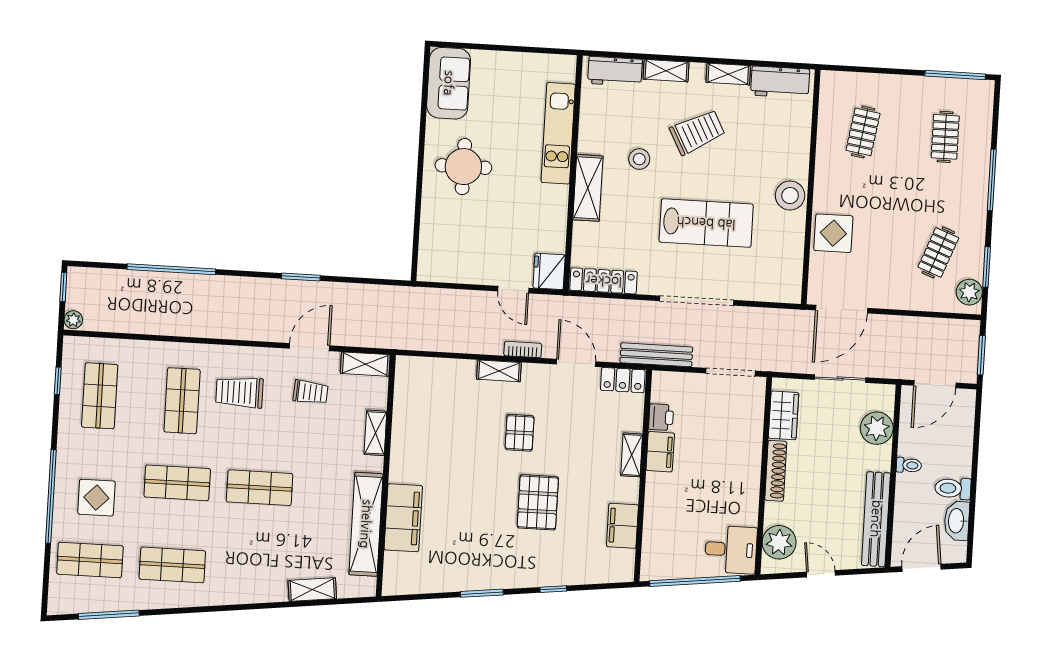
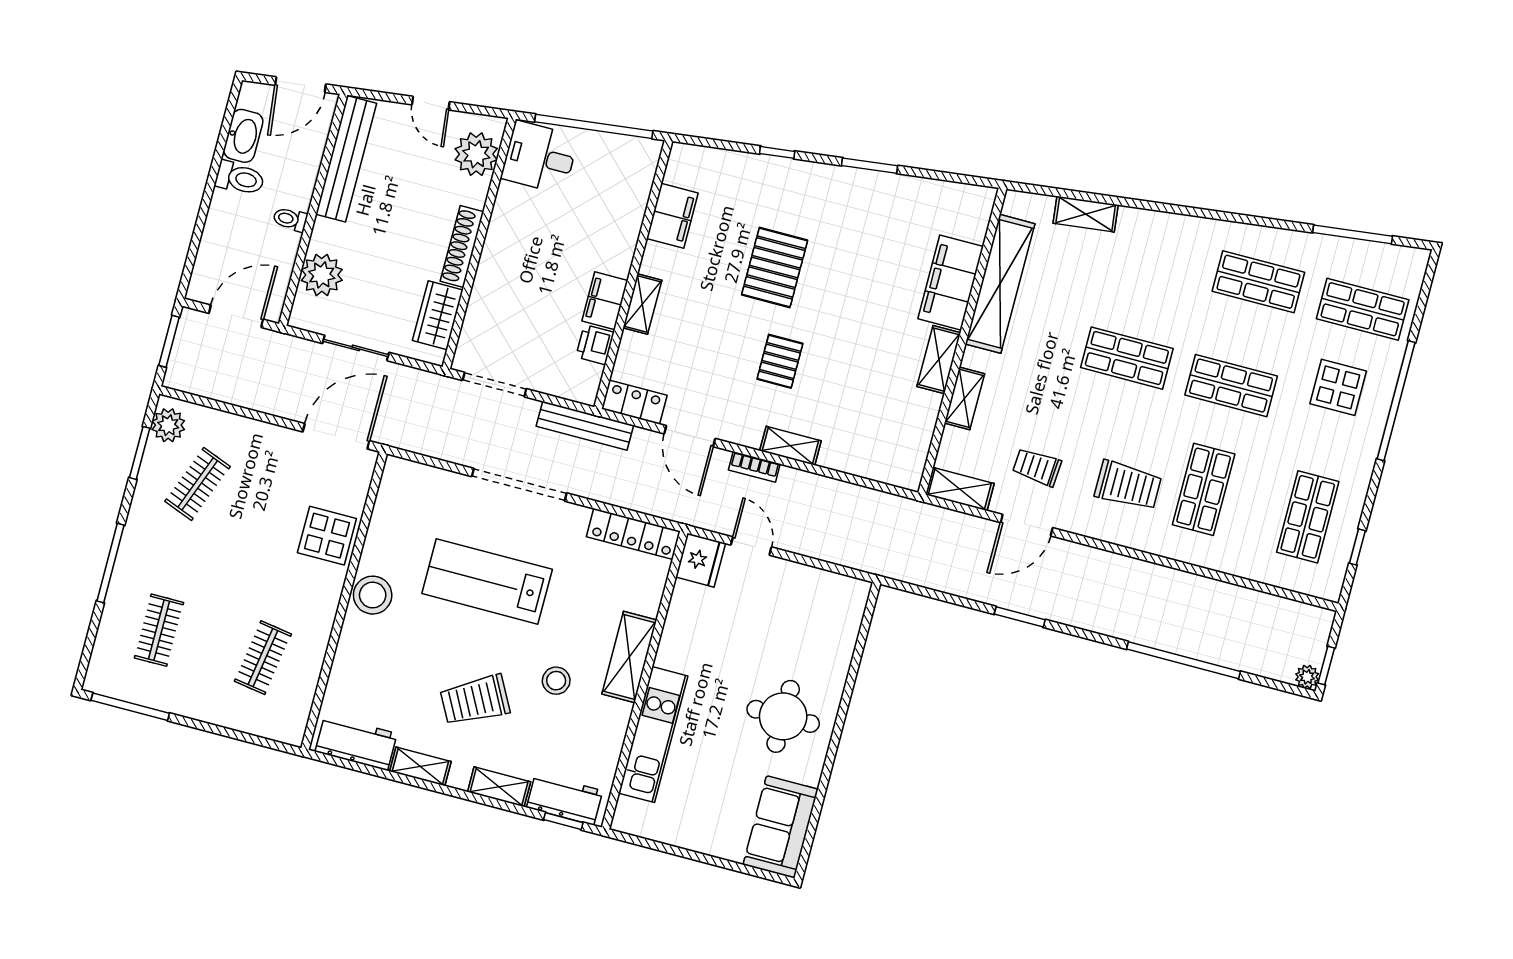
window: (613, 55) -> (563, 821), added
plant: (73, 320) -> (1307, 677), moved
shelving: (401, 458) -> (939, 360), added

